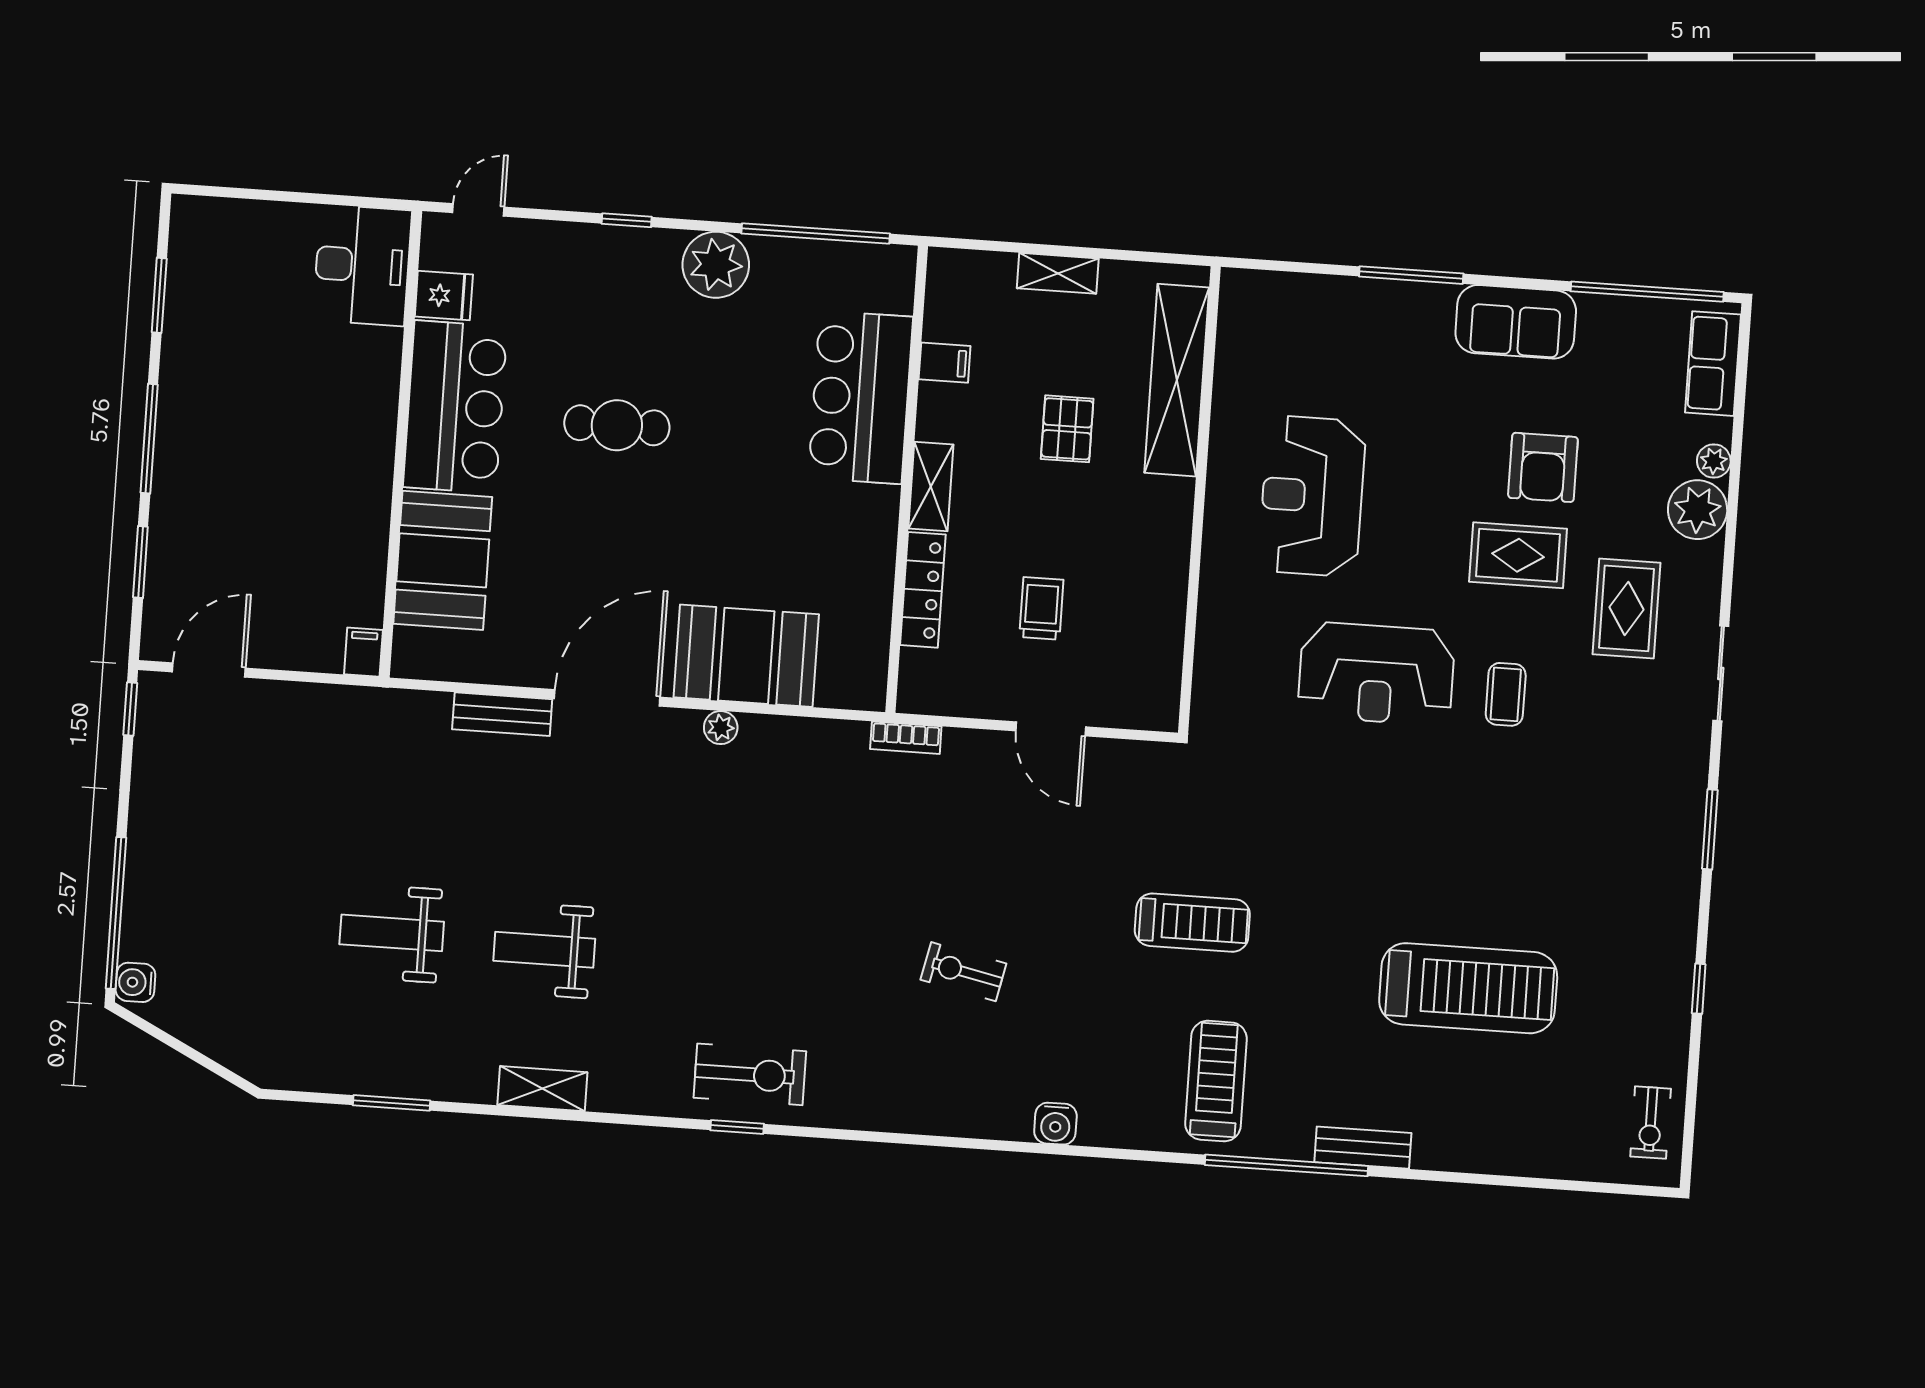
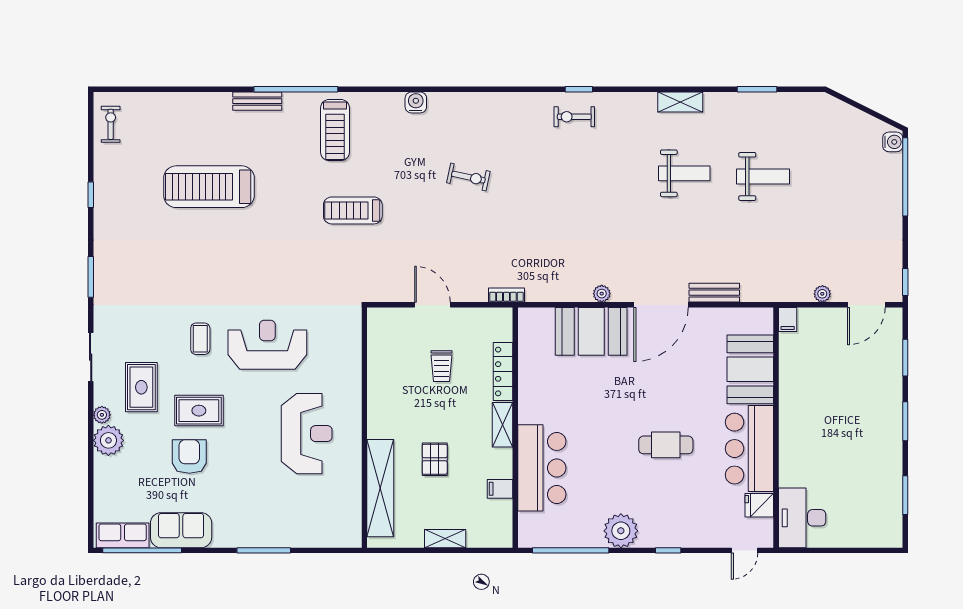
sofa: (1516, 322) -> (181, 530), moved
row of seats: (1713, 364) -> (123, 535), moved, turned -90
window: (149, 439) -> (905, 421), width x0.69
plant: (1714, 461) -> (102, 415), moved
plant: (293, 697) -> (822, 294), added
exercise bike: (750, 1074) -> (574, 117), width x0.73, depth x0.72

